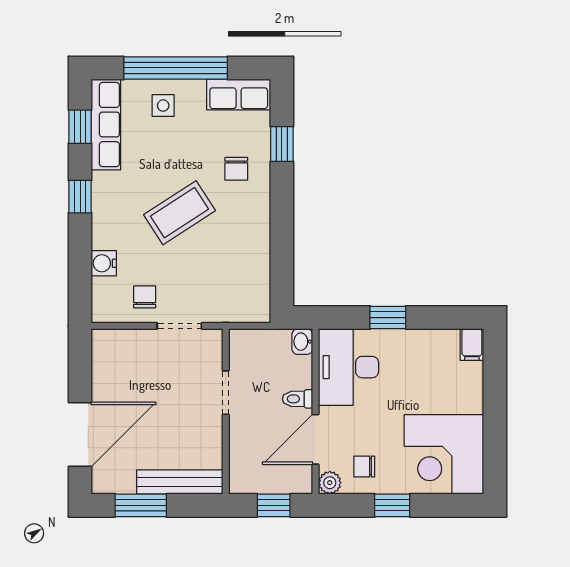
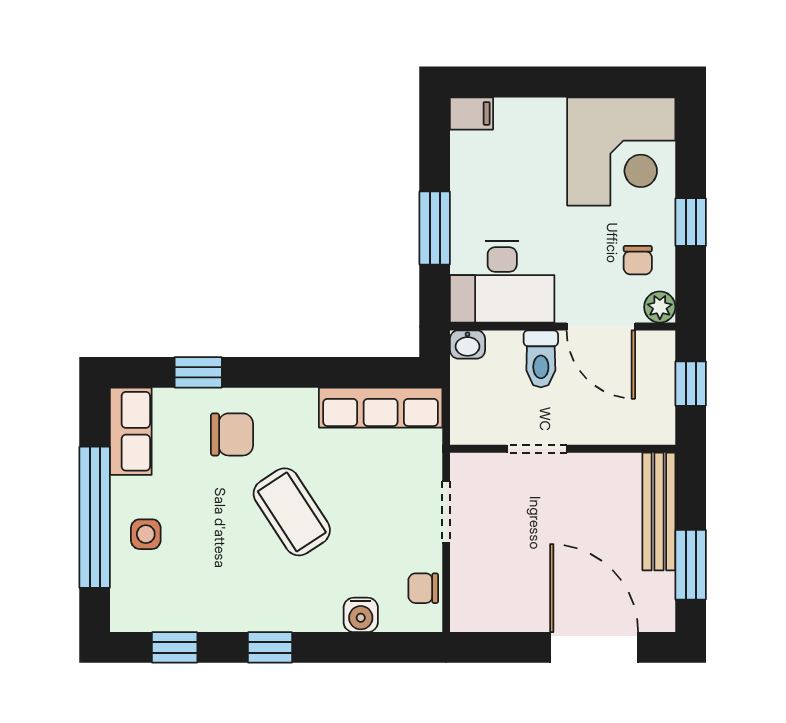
row of seats: (106, 125) -> (381, 408), moved, turned 180
chair: (236, 169) -> (232, 434), width x1.37, depth x1.37
chair: (145, 297) -> (423, 588), moved
window: (388, 318) -> (435, 228), width x1.50
toilet: (298, 399) -> (541, 359), width x1.37, depth x1.39

